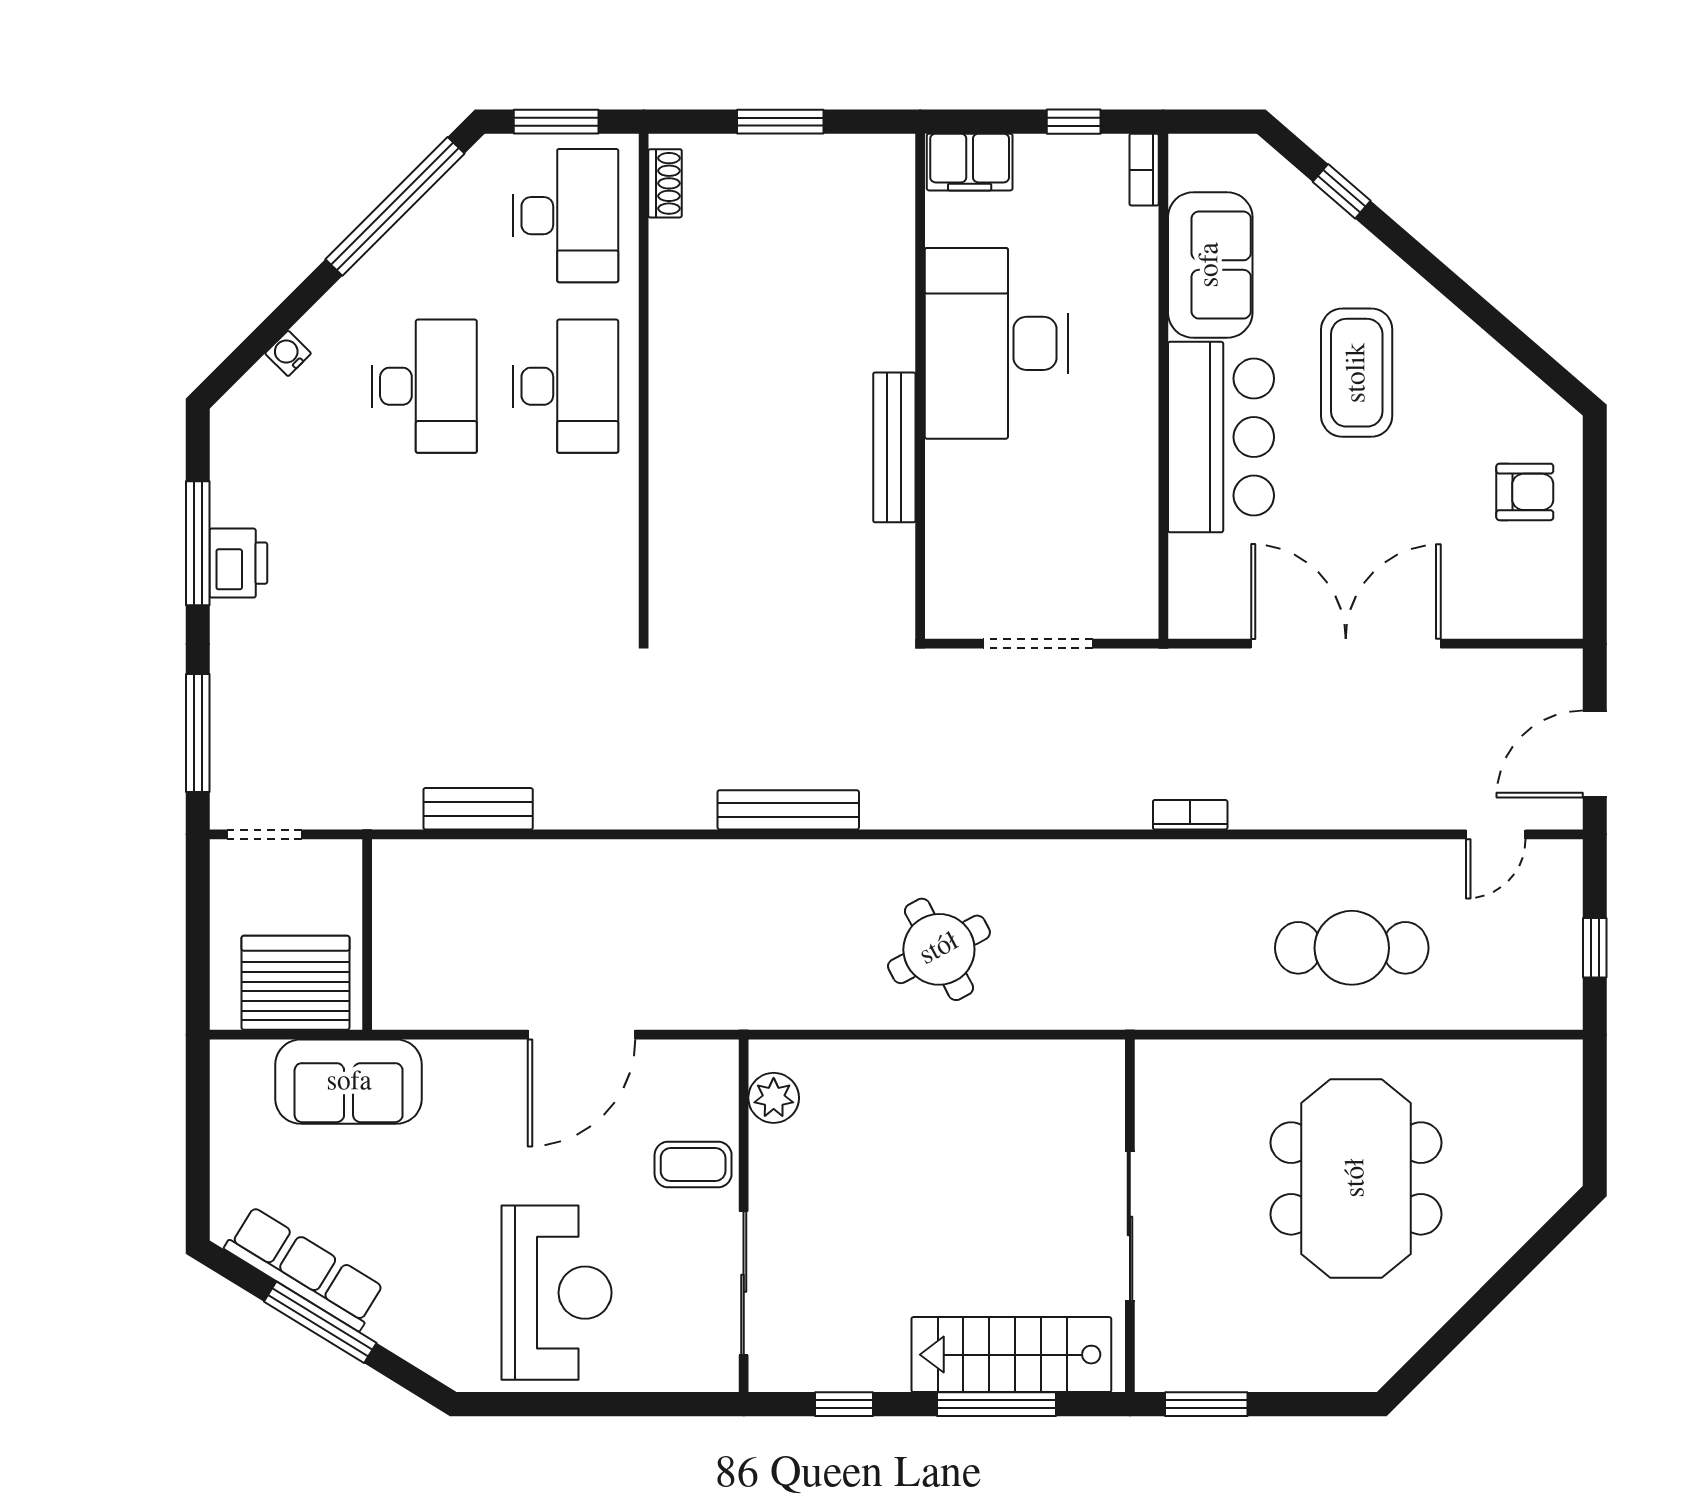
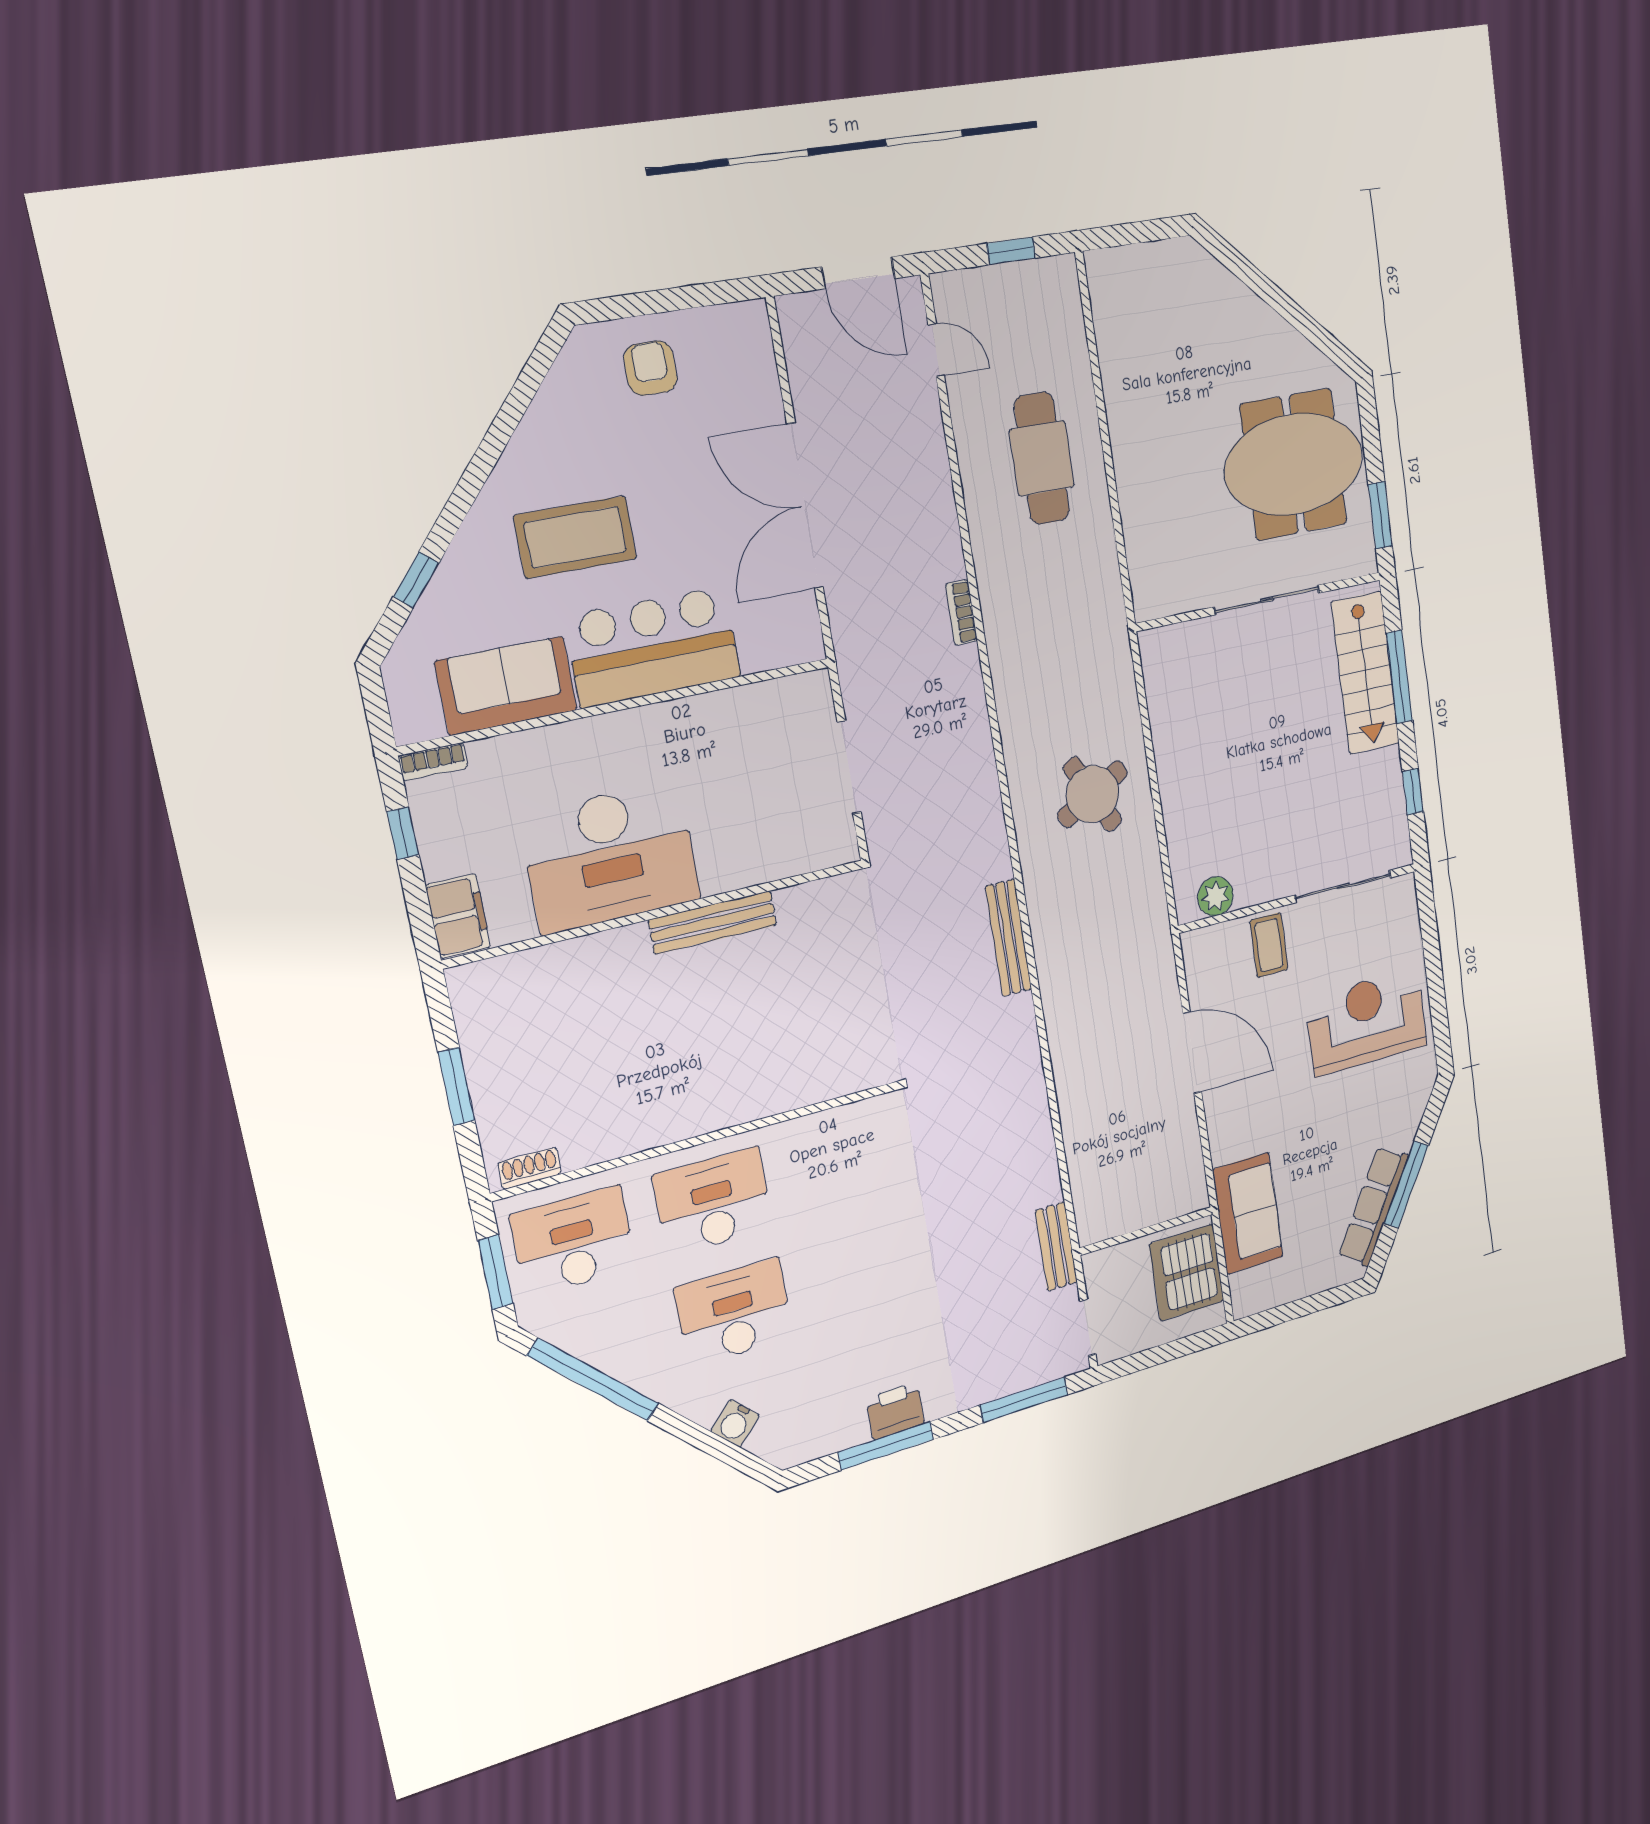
water cooler: (288, 353) -> (735, 1423), width x1.38, depth x1.38
bench: (478, 809) -> (1056, 1247), moved
meeting table: (1356, 1178) -> (1294, 464), moved

